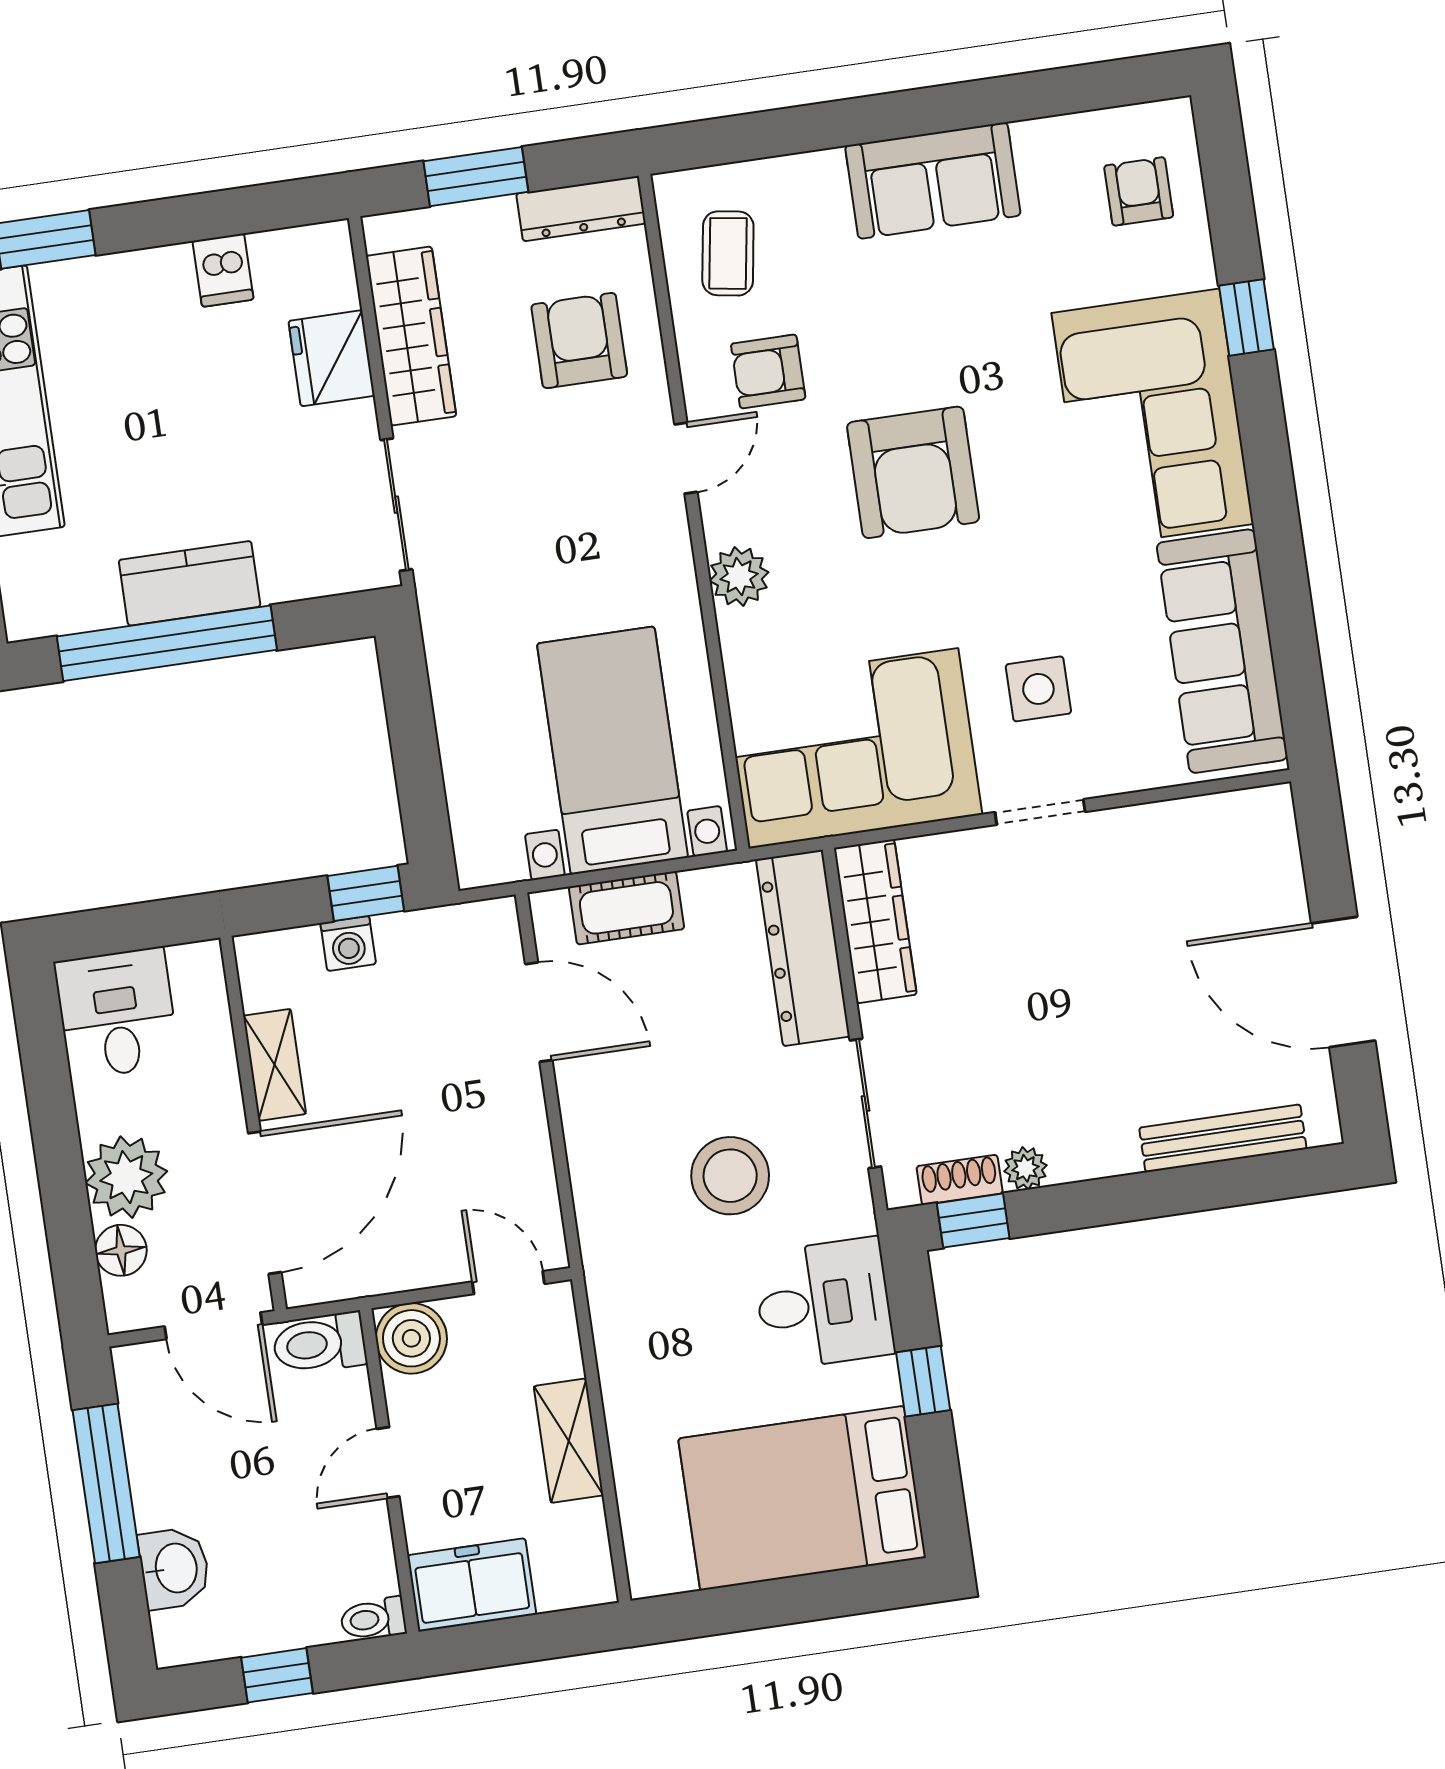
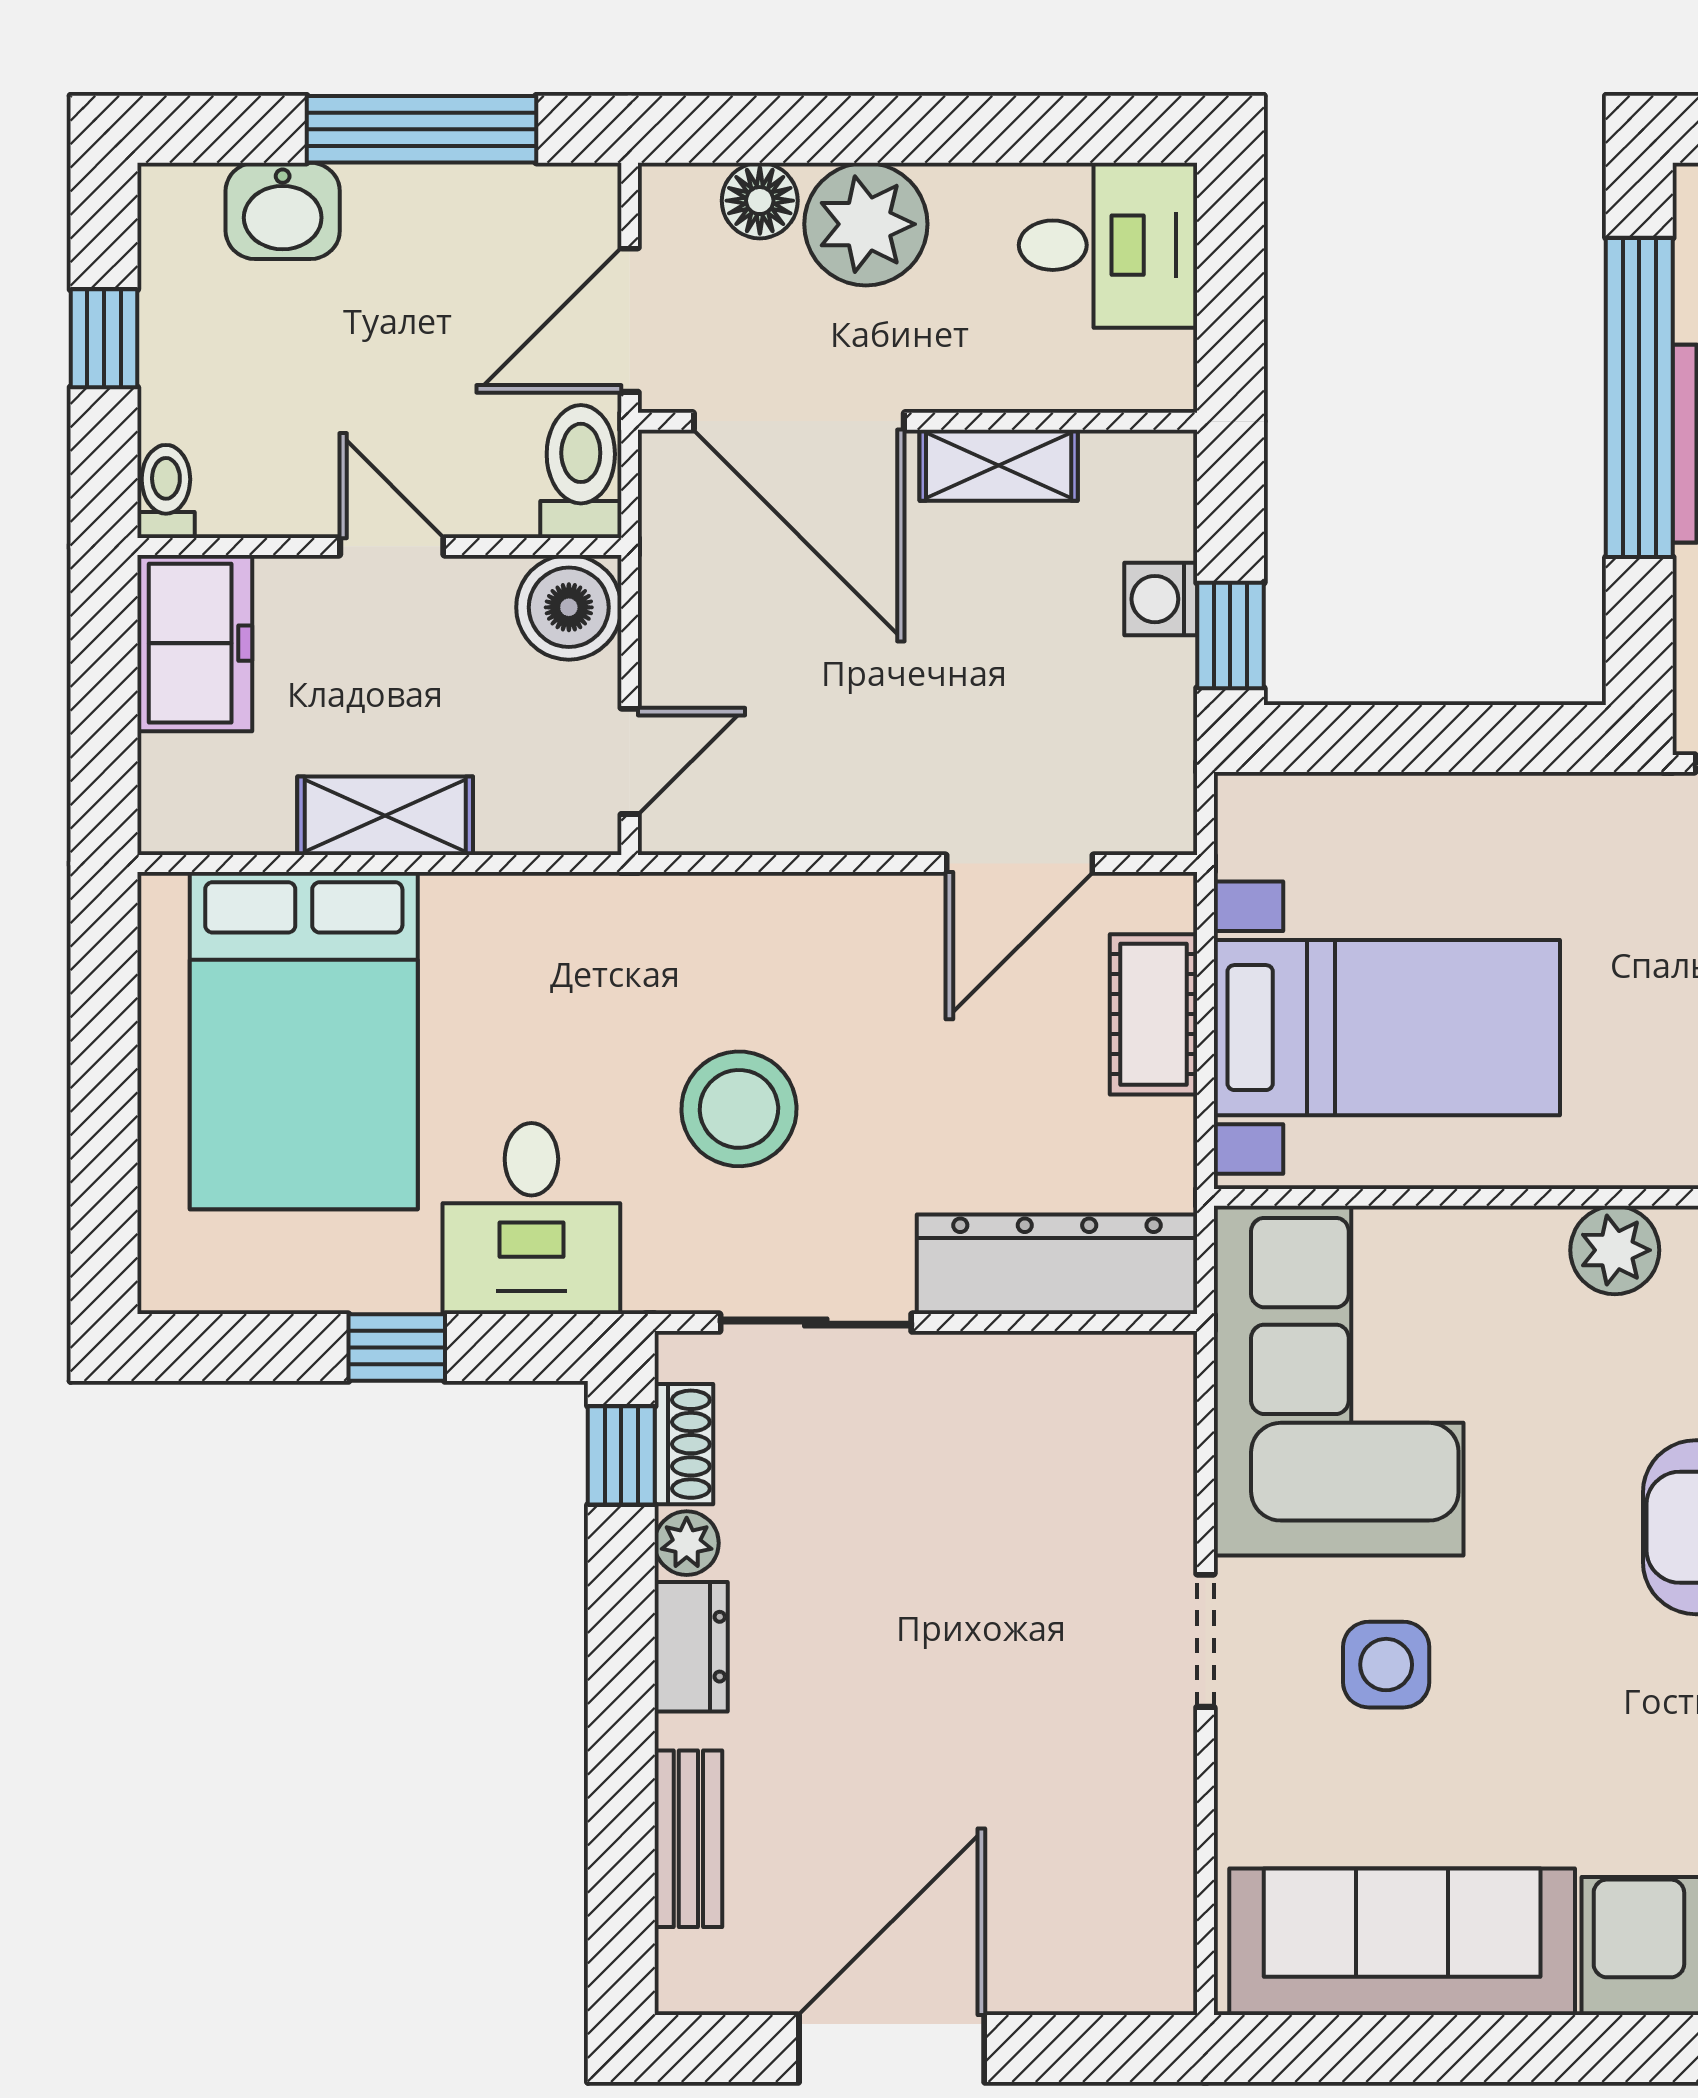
wardrobe: (875, 921) -> (1081, 1376), removed
bench: (1223, 1138) -> (688, 1839), width x0.73
dresser: (1094, 1155) -> (691, 1647), added
bed: (802, 1498) -> (304, 1041), moved, turned 180

